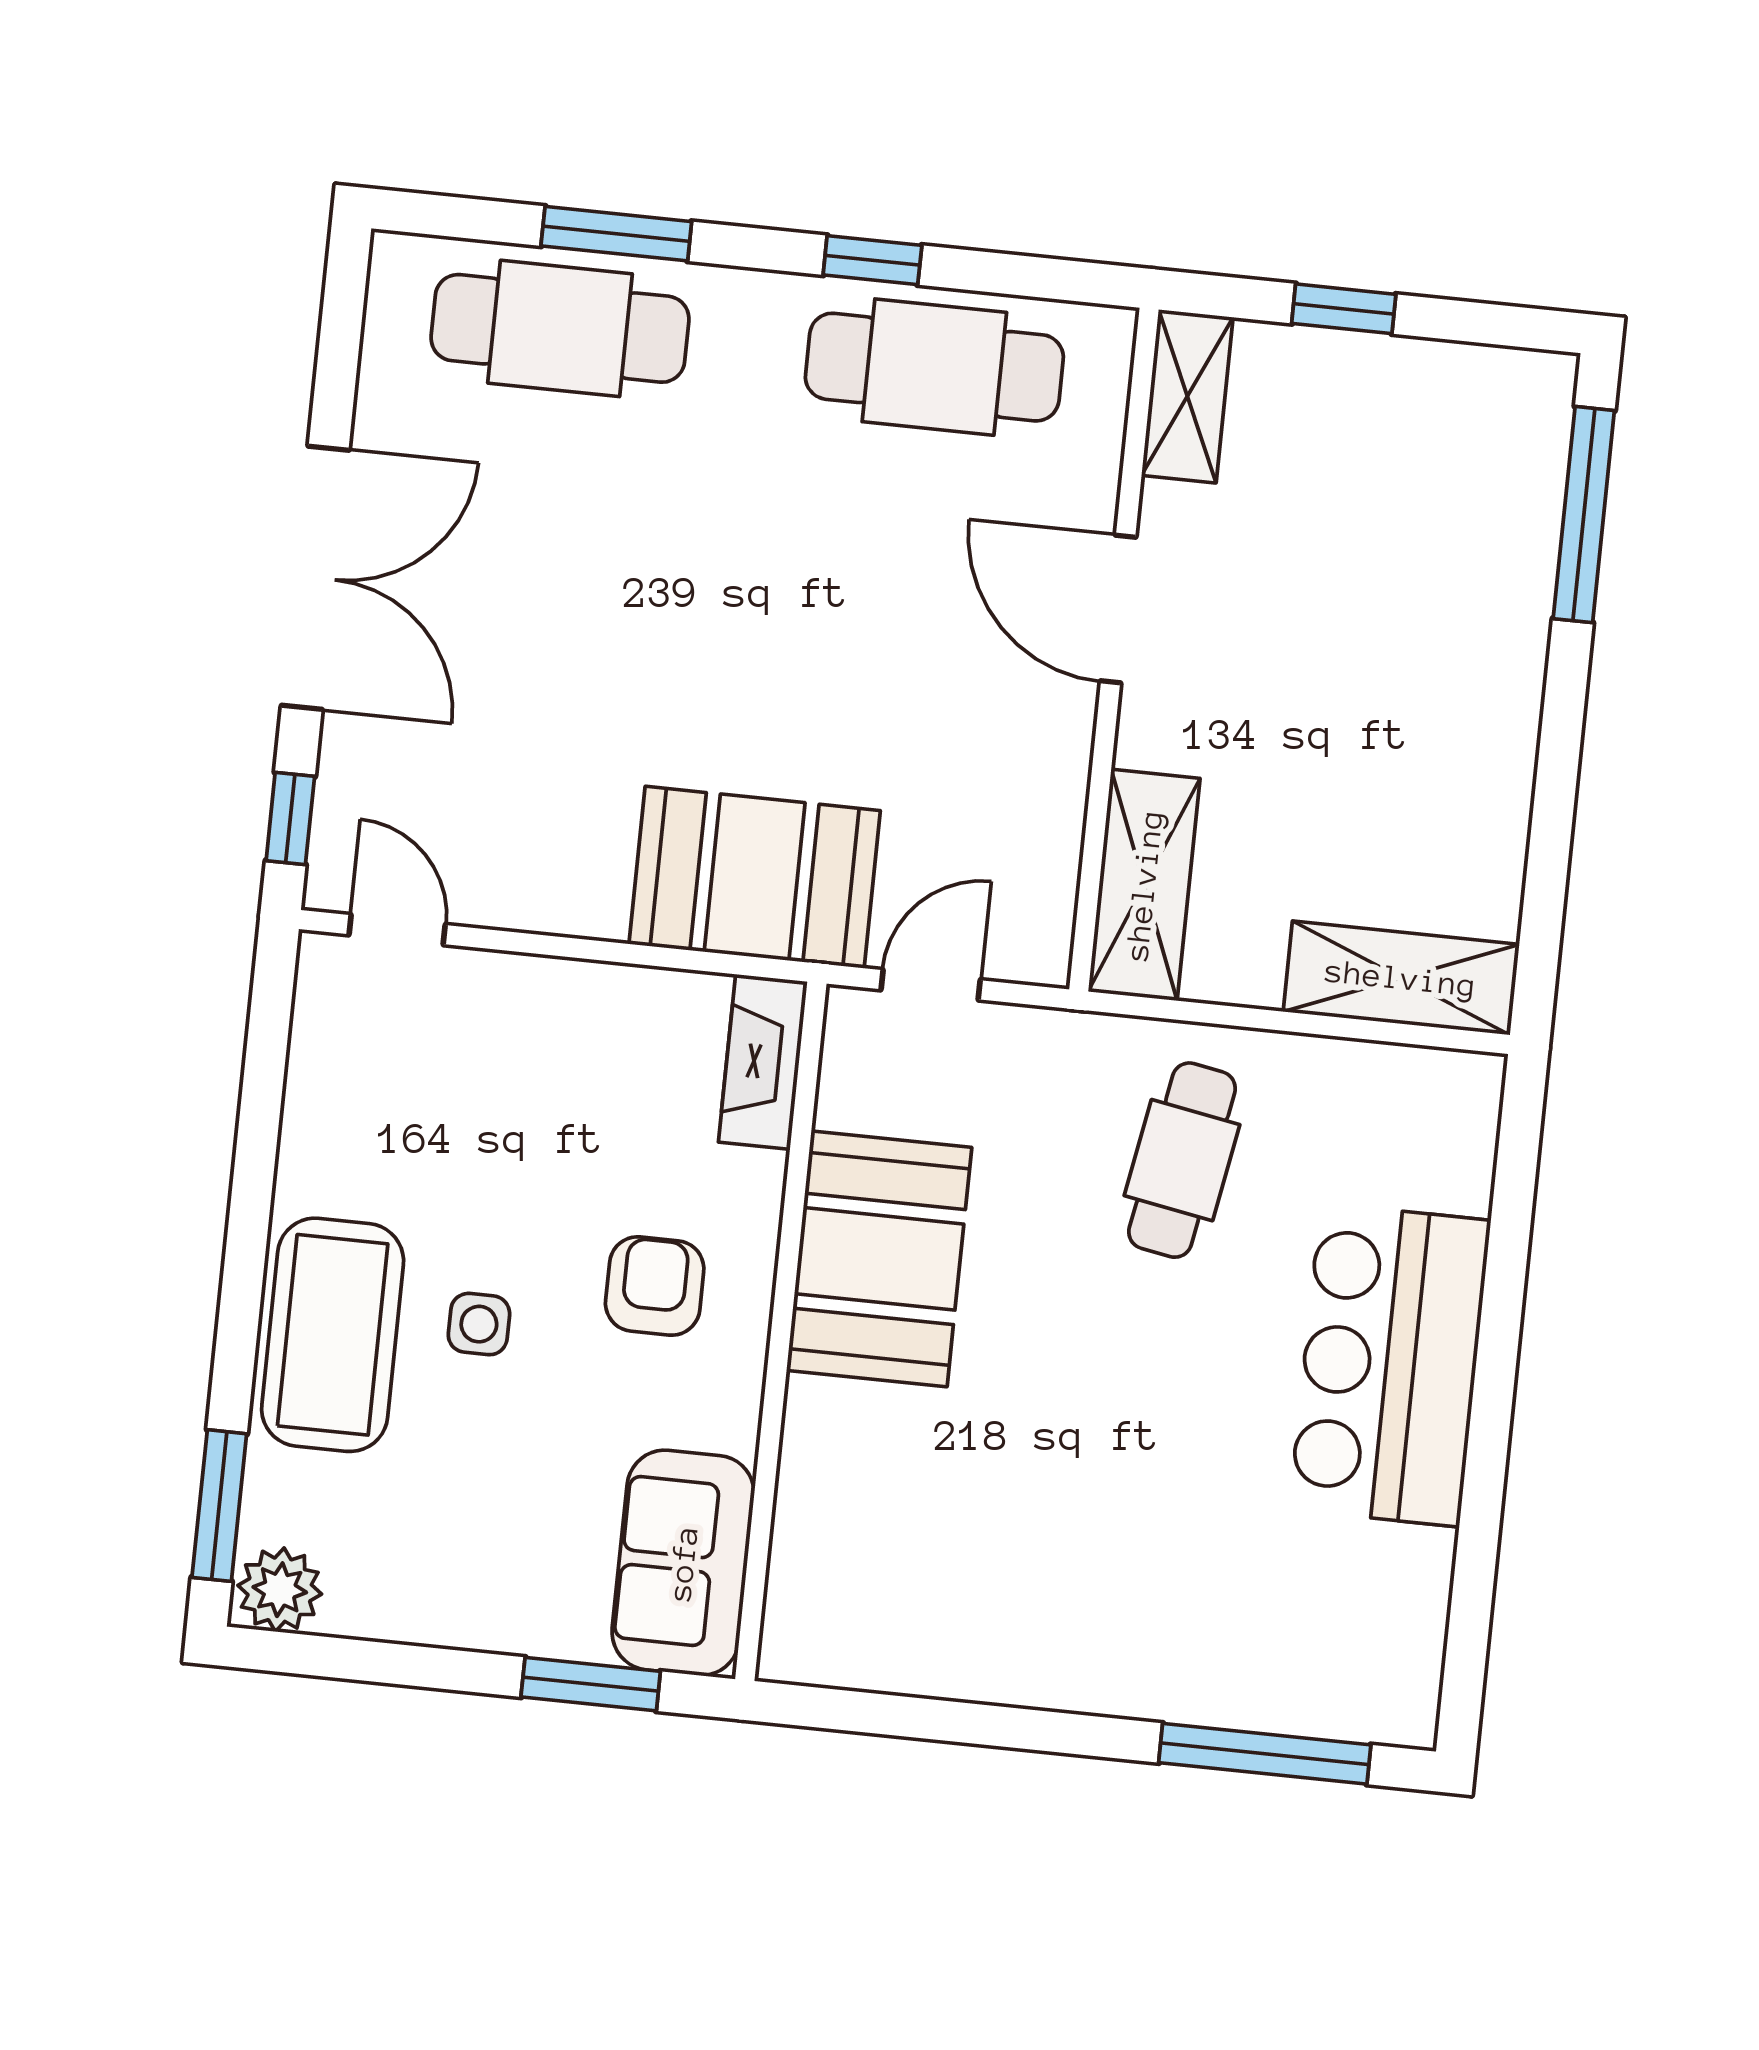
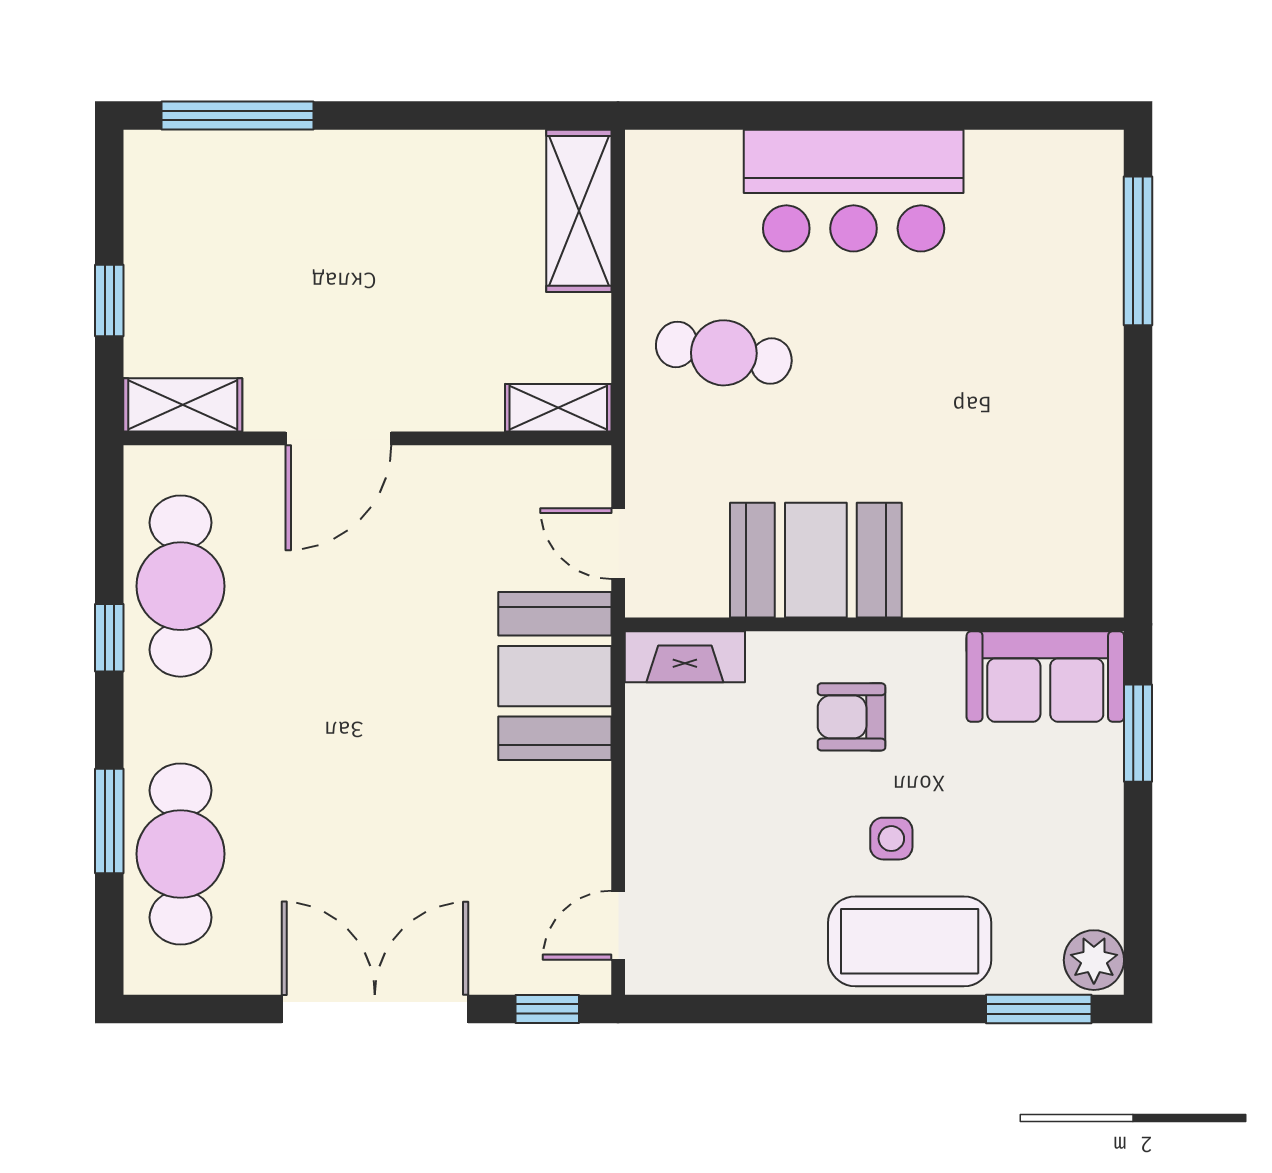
shelving: (1144, 885) -> (558, 408), width x0.67, depth x0.75

